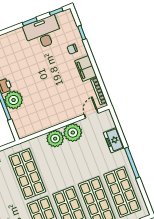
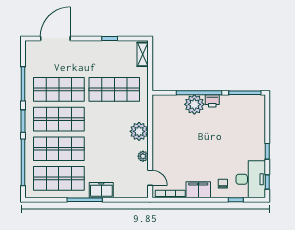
desk: (43, 33) -> (251, 179), moved
plant: (73, 133) -> (143, 156), width x0.53, depth x0.53
freezer: (114, 140) -> (101, 190), moved

